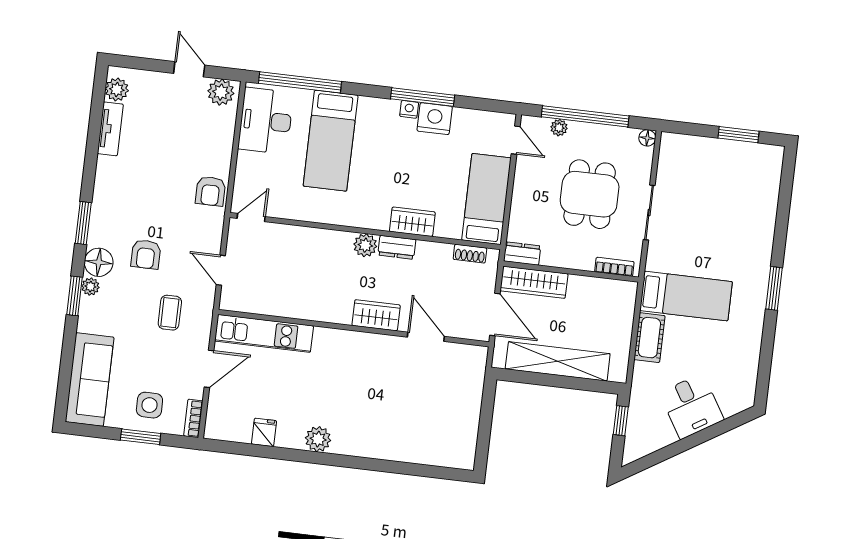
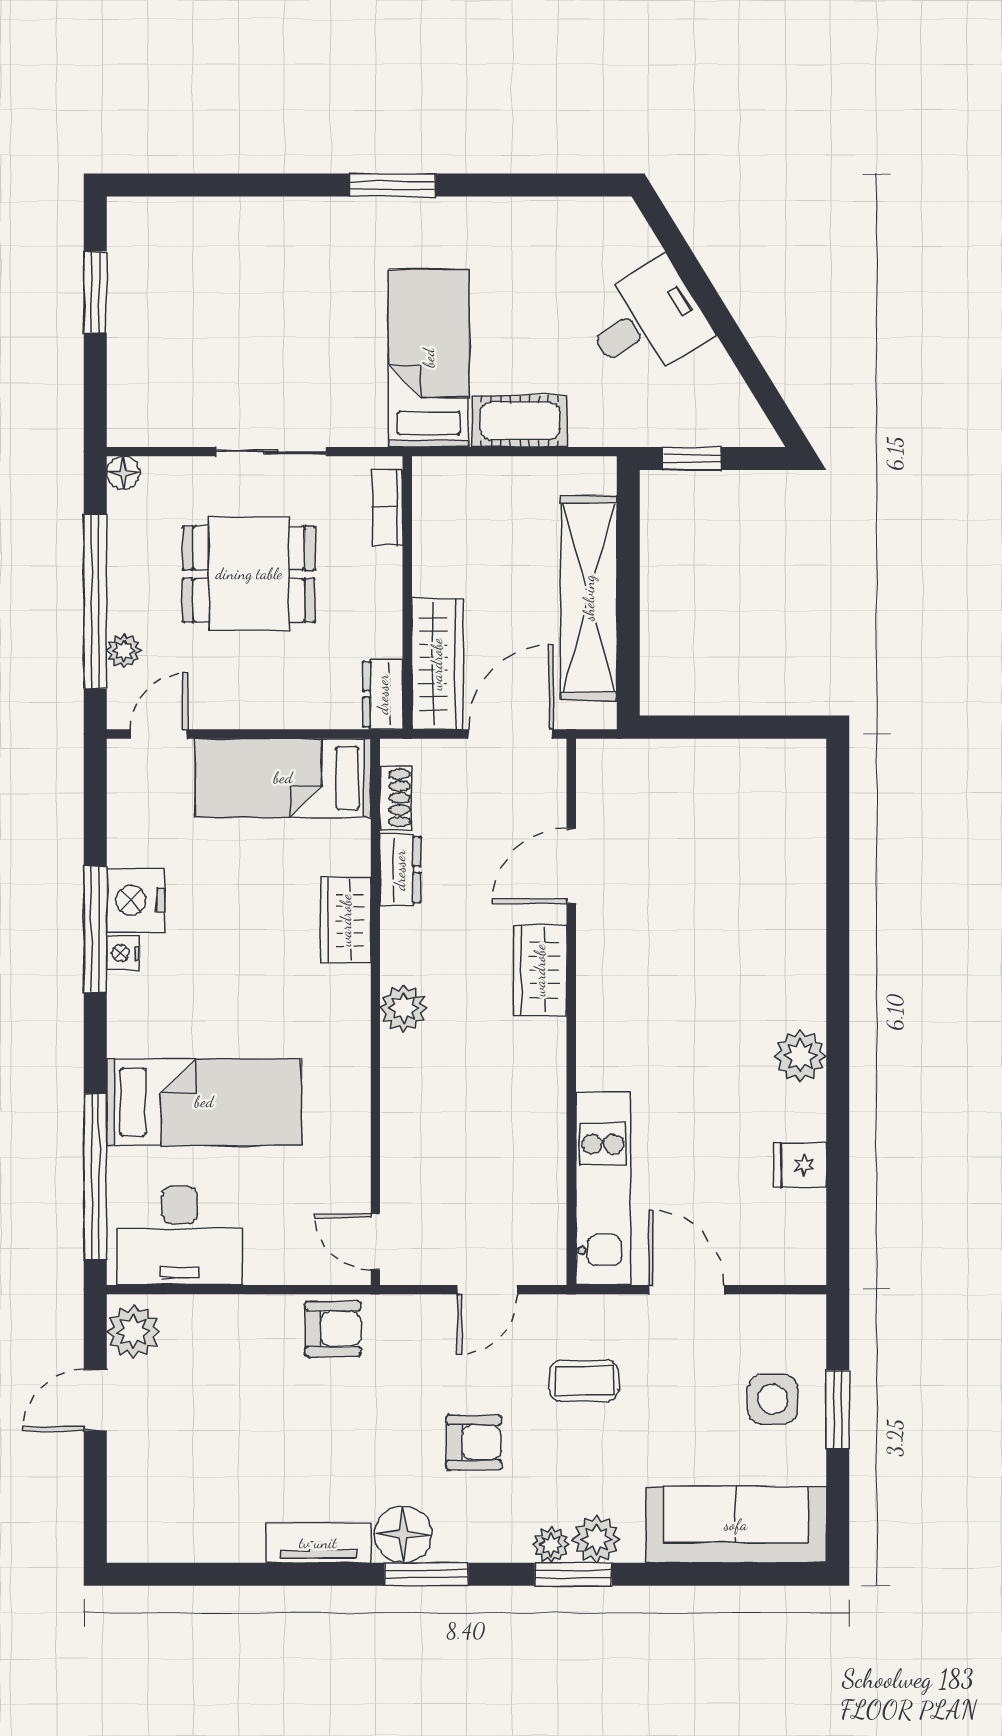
plant: (117, 90) -> (596, 1539), moved
tv unit: (110, 129) -> (318, 1543), moved
dresser: (397, 247) -> (400, 870), moved
floor lamp: (99, 262) -> (403, 1534), moved
bookcase: (193, 418) -> (789, 1309), removed

